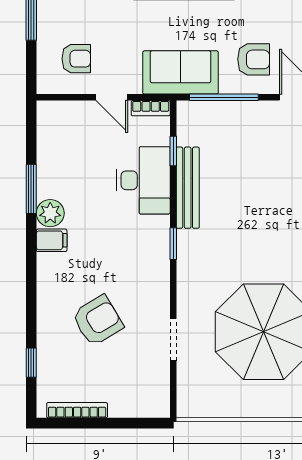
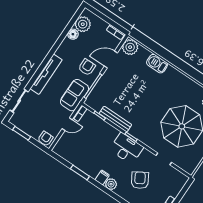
armchair: (76, 59) -> (45, 139), moved
desk: (144, 180) -> (126, 148), moved
plant: (50, 213) -> (111, 184), moved

